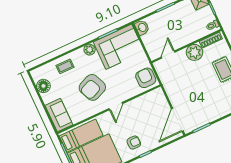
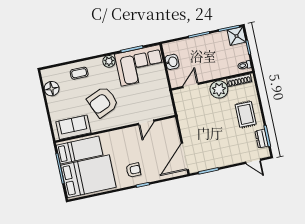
washbasin: (142, 28) -> (172, 62), moved
armchair: (146, 78) -> (161, 105), removed
door: (116, 106) -> (146, 122), moved
sofa: (59, 115) -> (73, 127), moved, turned -90

